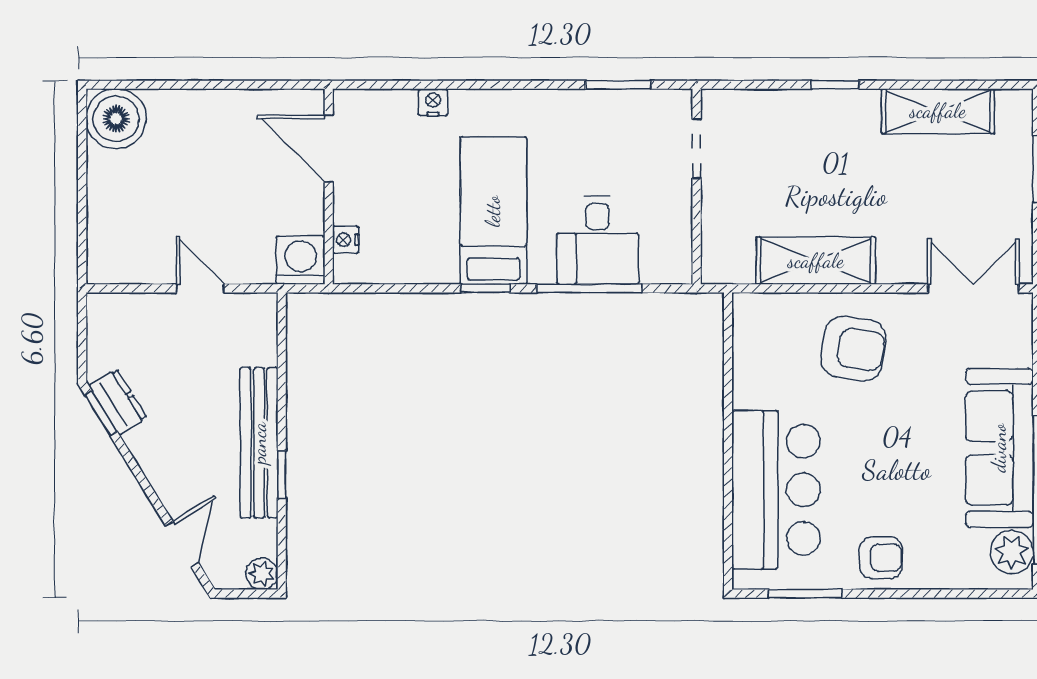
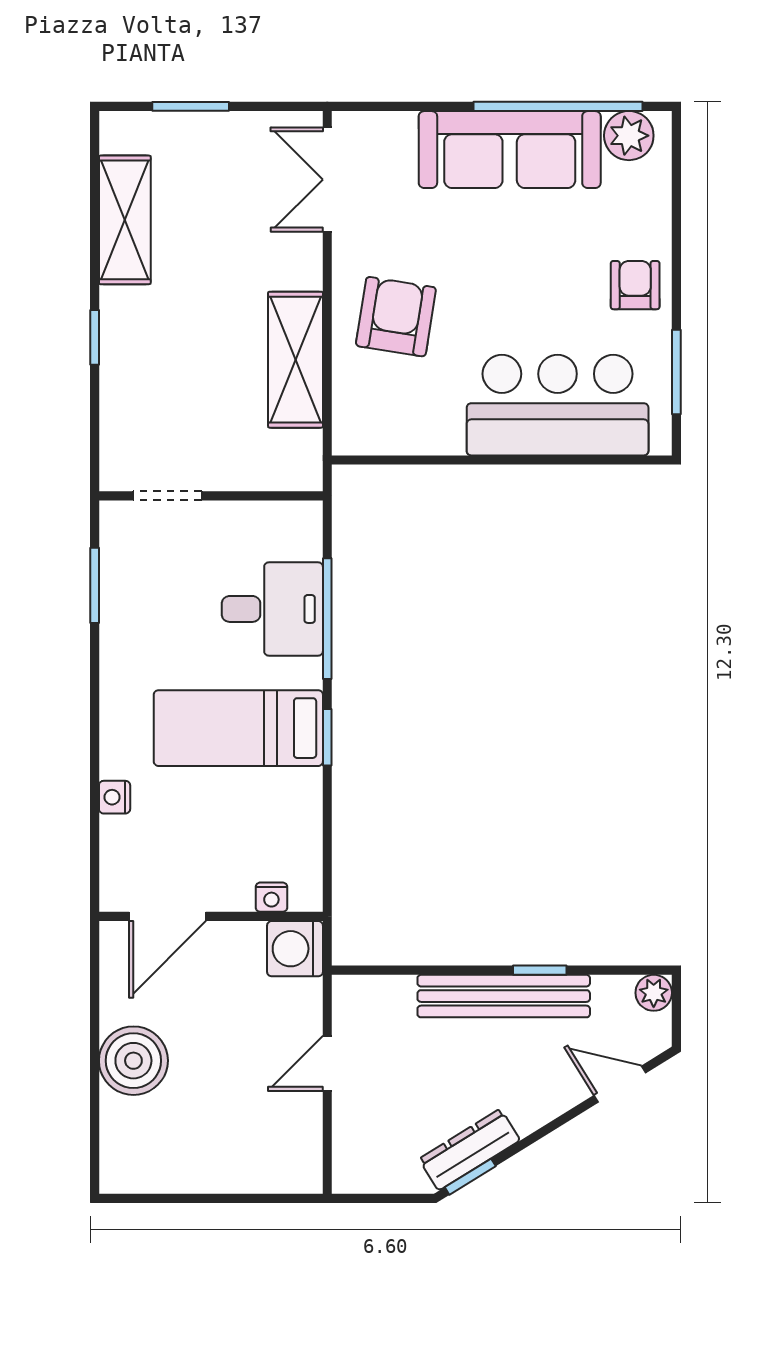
boiler: (116, 119) -> (133, 1061), moved
dresser: (118, 402) -> (470, 1150), width x1.44

